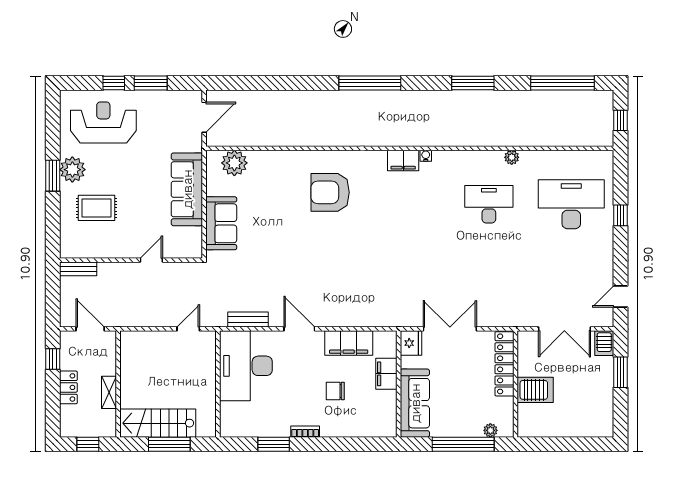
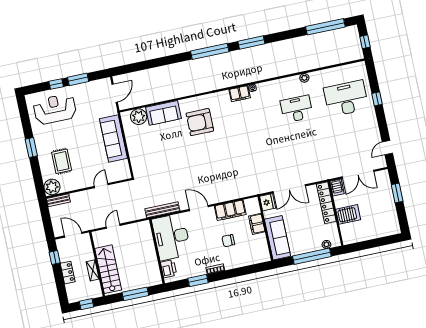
window: (473, 83) -> (251, 42), moved
plant: (72, 170) -> (52, 187), moved
rug: (97, 208) -> (62, 161), turned 90
sofa: (221, 223) -> (163, 113), moved, turned 90
bench: (248, 320) -> (162, 210), width x1.36
door: (188, 329) -> (113, 226), moved
double door: (450, 329) -> (289, 189), swing flipped
server rack: (604, 343) -> (337, 188), moved
printer: (230, 415) -> (168, 269), added
stairs: (158, 423) -> (108, 269), moved, turned 90

